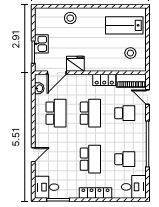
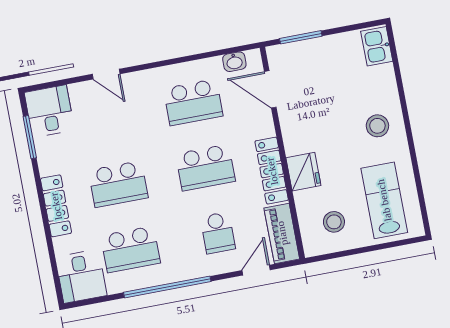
stool: (70, 18) -> (377, 126), moved
kitchen sink: (41, 44) -> (377, 46), moved, turned 90
fridge: (75, 64) -> (303, 172), moved
locker: (104, 80) -> (272, 171), width x1.53
school desk: (125, 159) -> (131, 249), width x1.85

